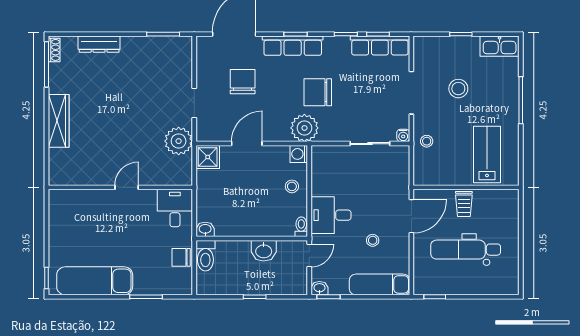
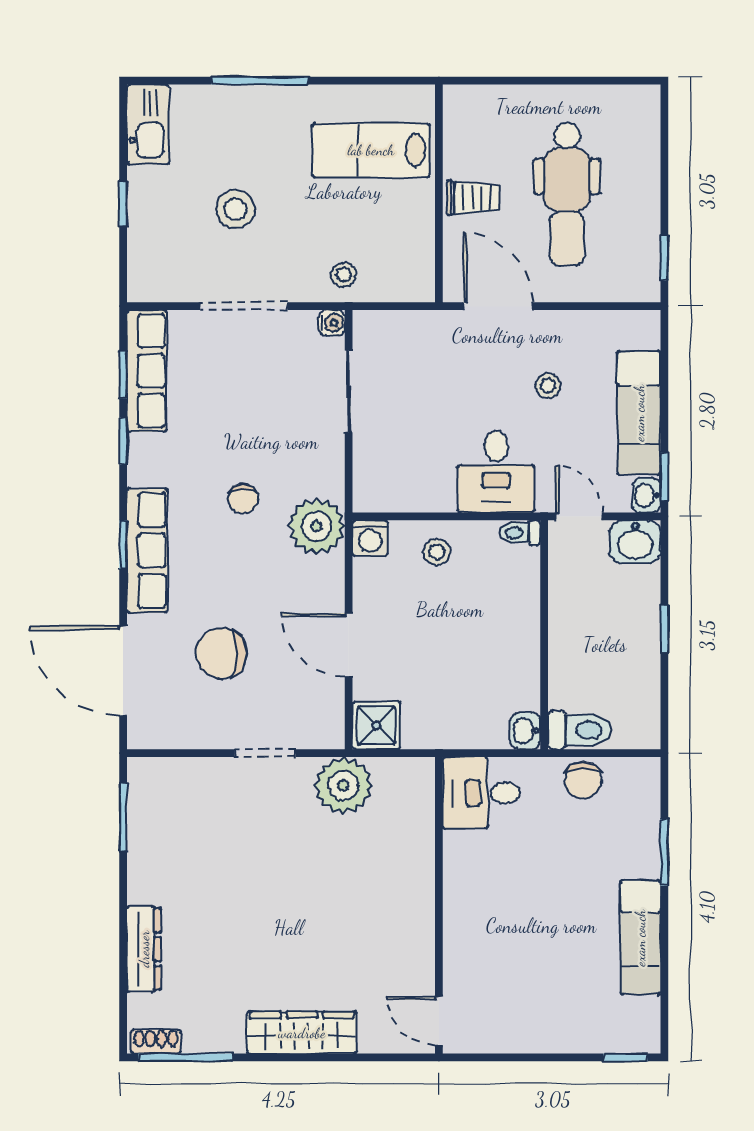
chair: (318, 92) -> (243, 499), width x0.54, depth x0.54
door: (127, 187) -> (439, 1021), moved
washbasin: (264, 251) -> (635, 542), moved, turned 90
exam couch: (95, 281) -> (640, 938), width x0.73, depth x0.69
exam couch: (379, 284) -> (639, 413), moved

